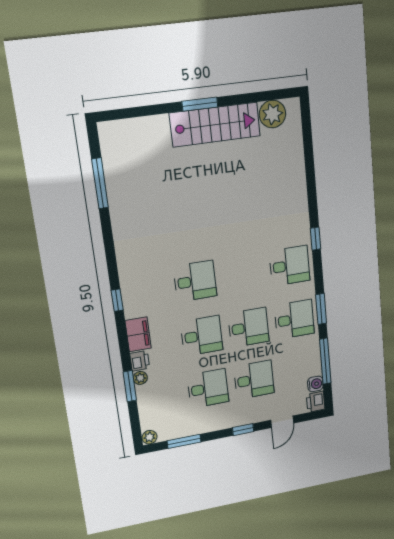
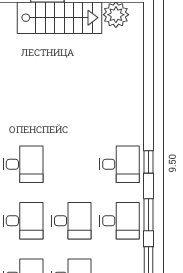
window: (315, 239) -> (148, 162), moved

